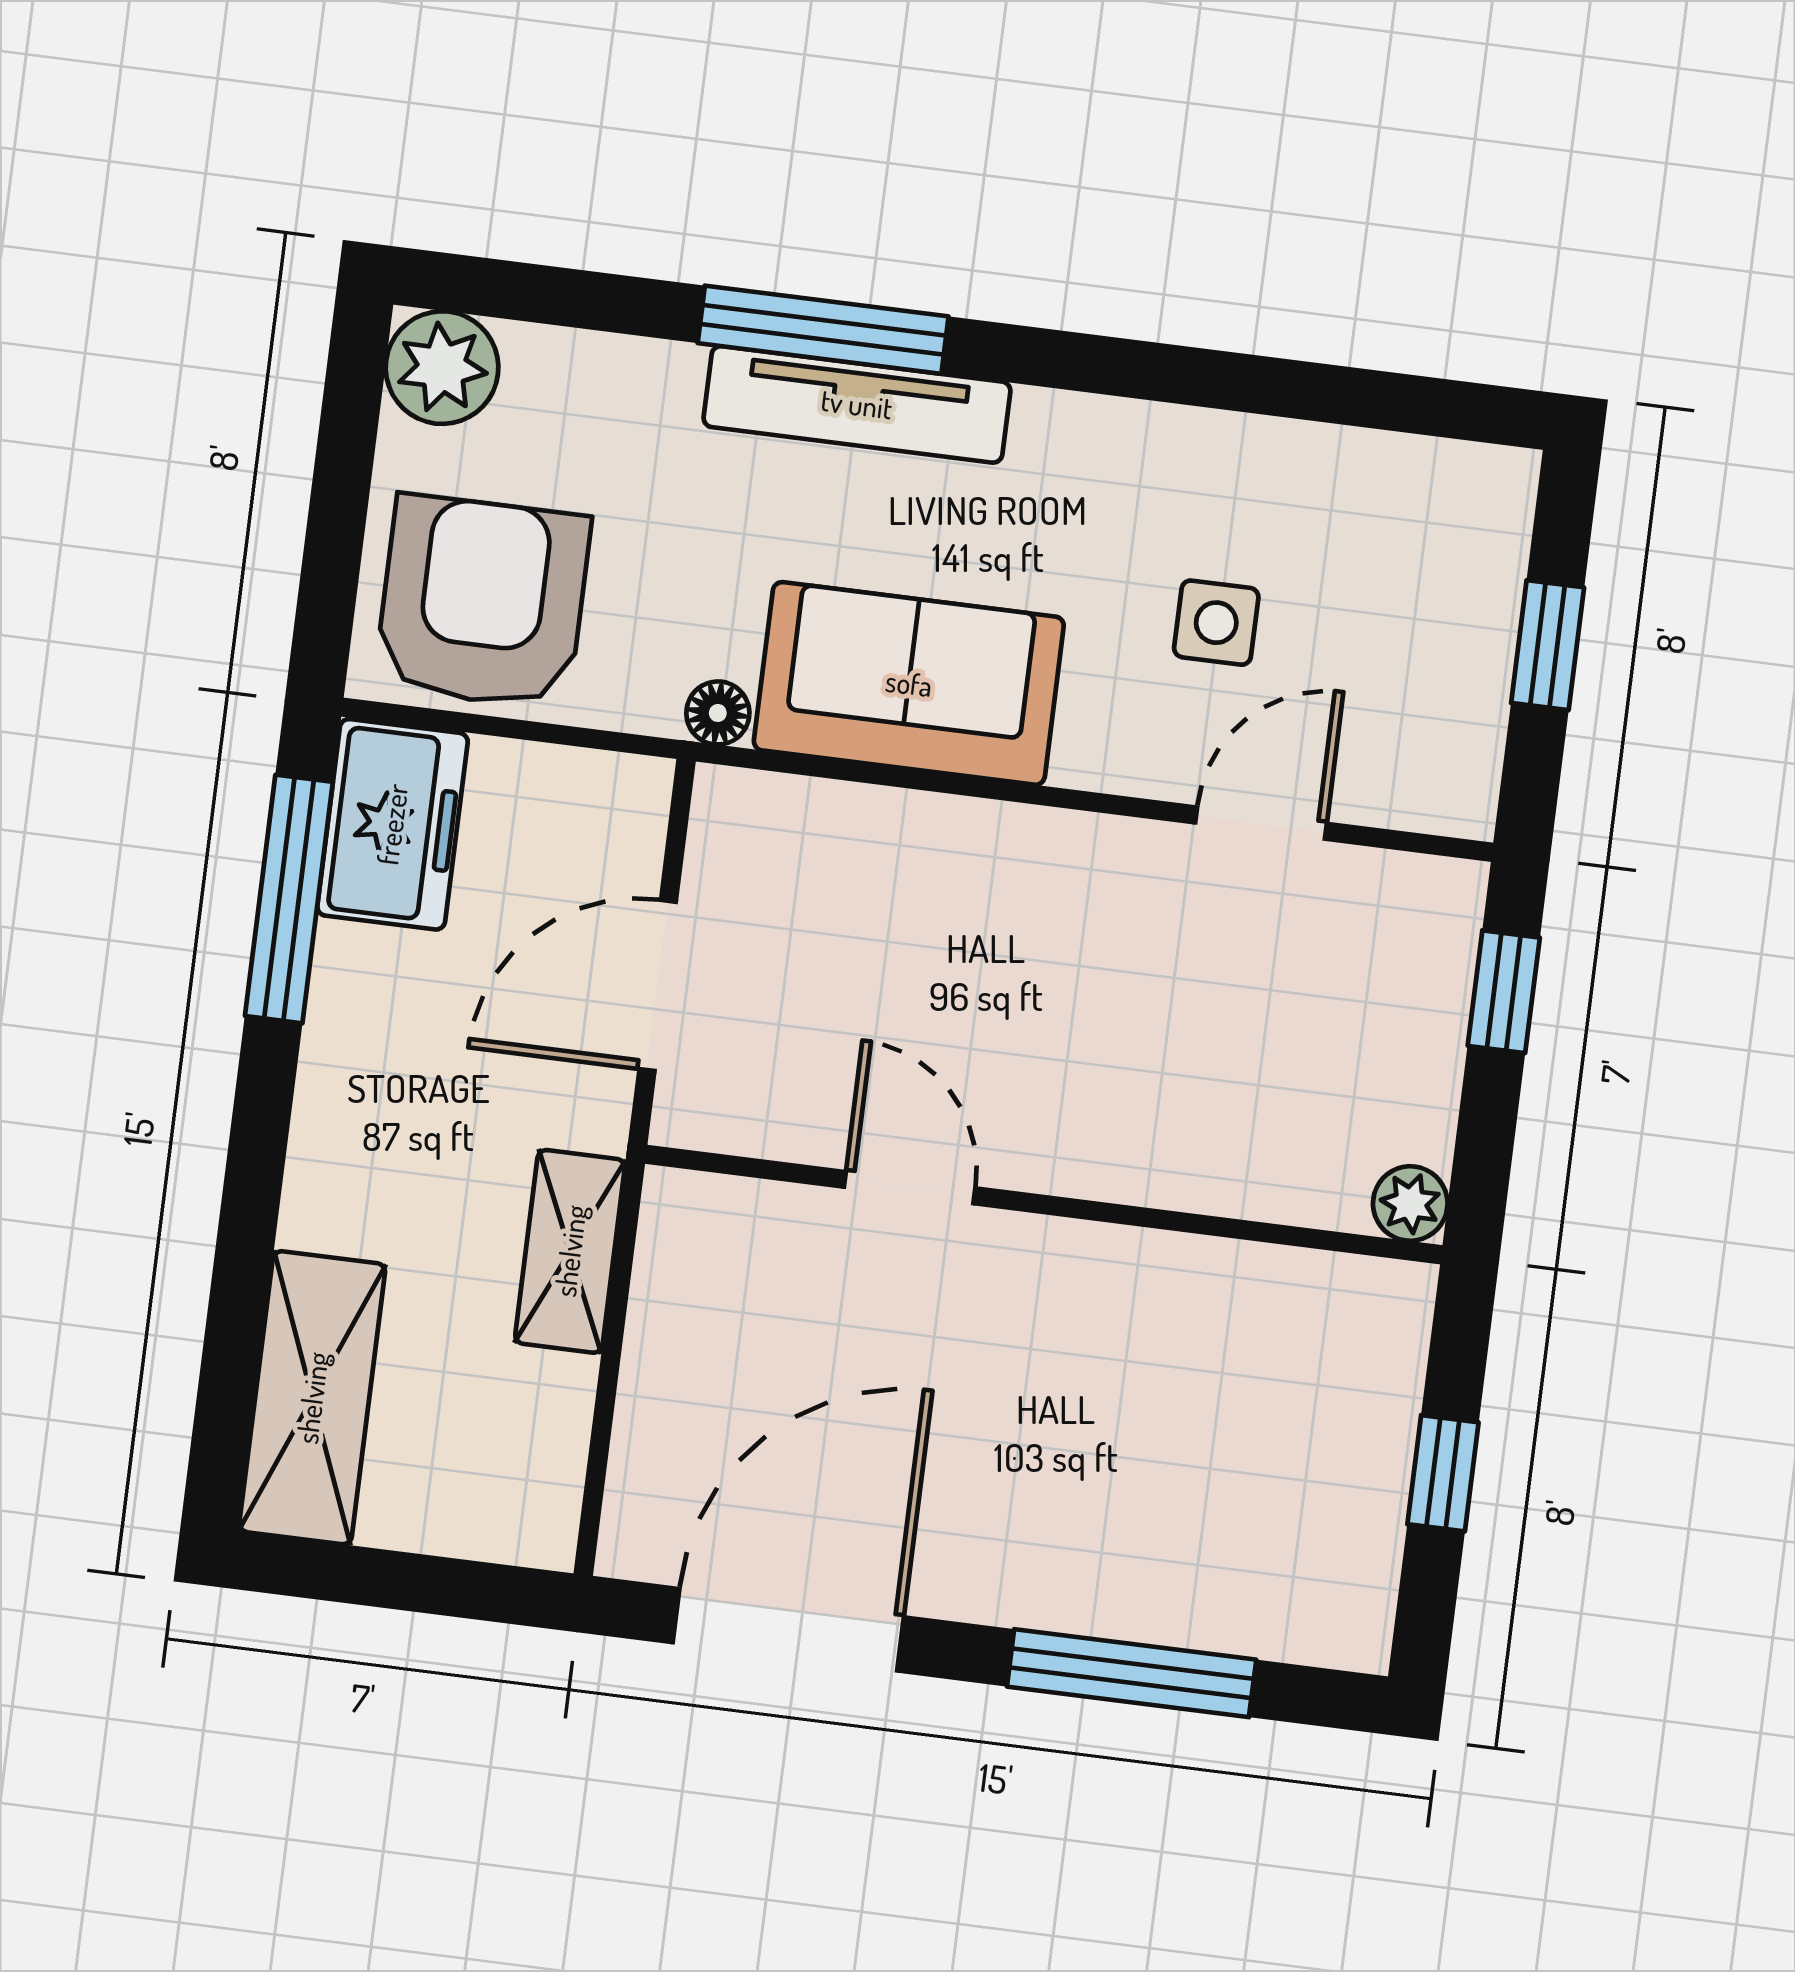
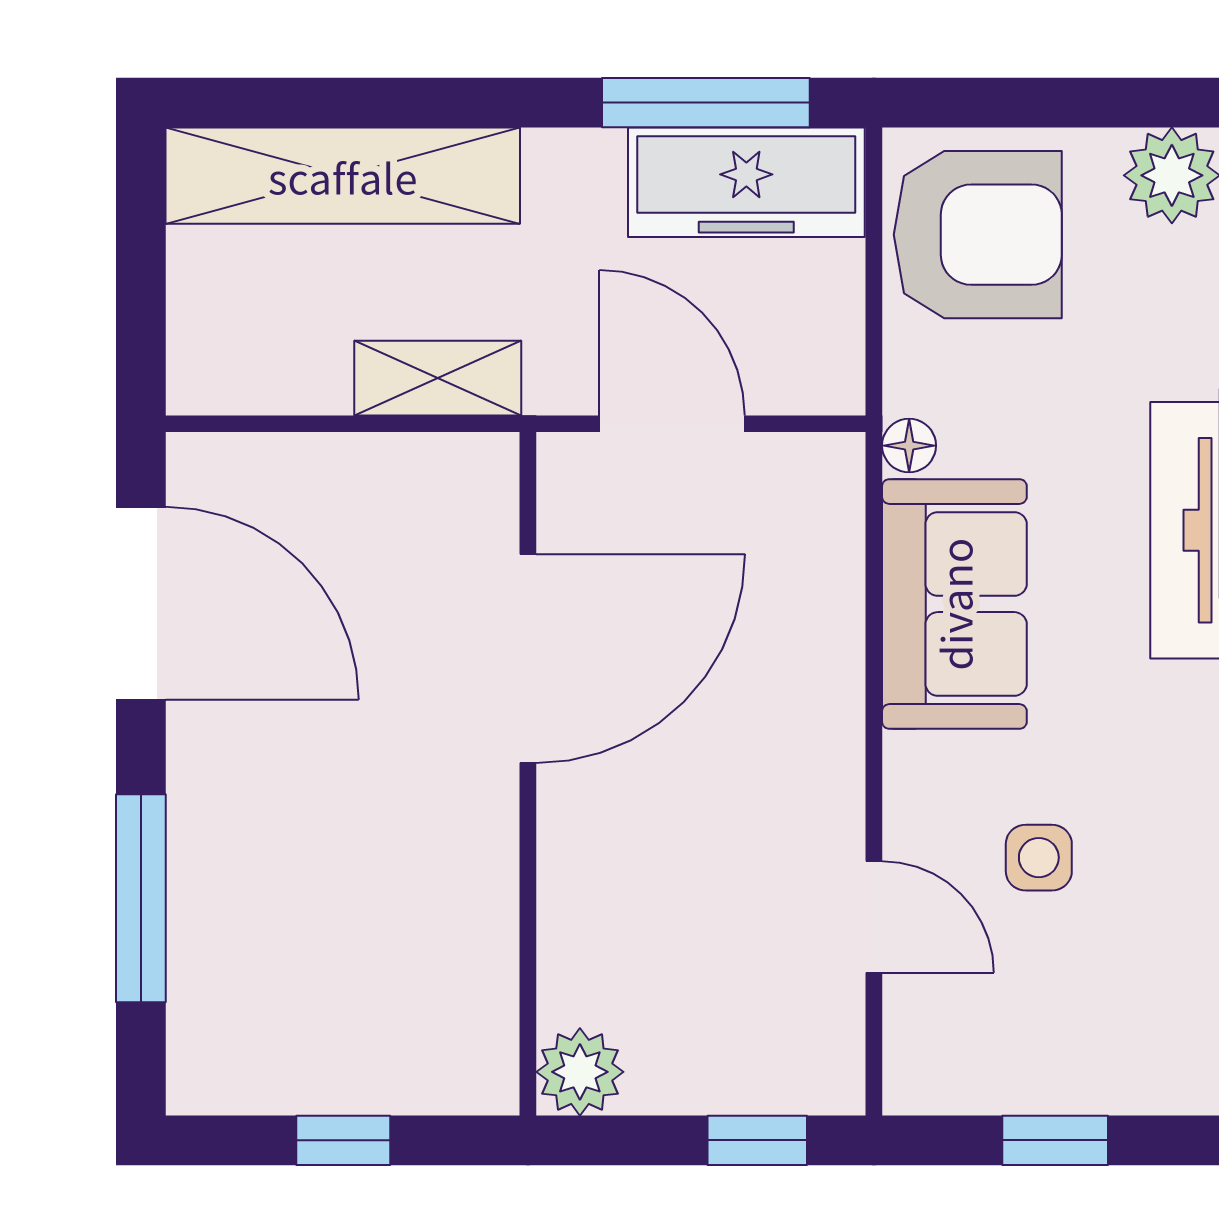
freezer: (392, 824) -> (746, 182), width x1.40
door: (910, 1188) -> (528, 659), width x1.88
plant: (1410, 1204) -> (580, 1072), width x1.38, depth x1.38
shelving: (312, 1398) -> (343, 176), width x1.47

